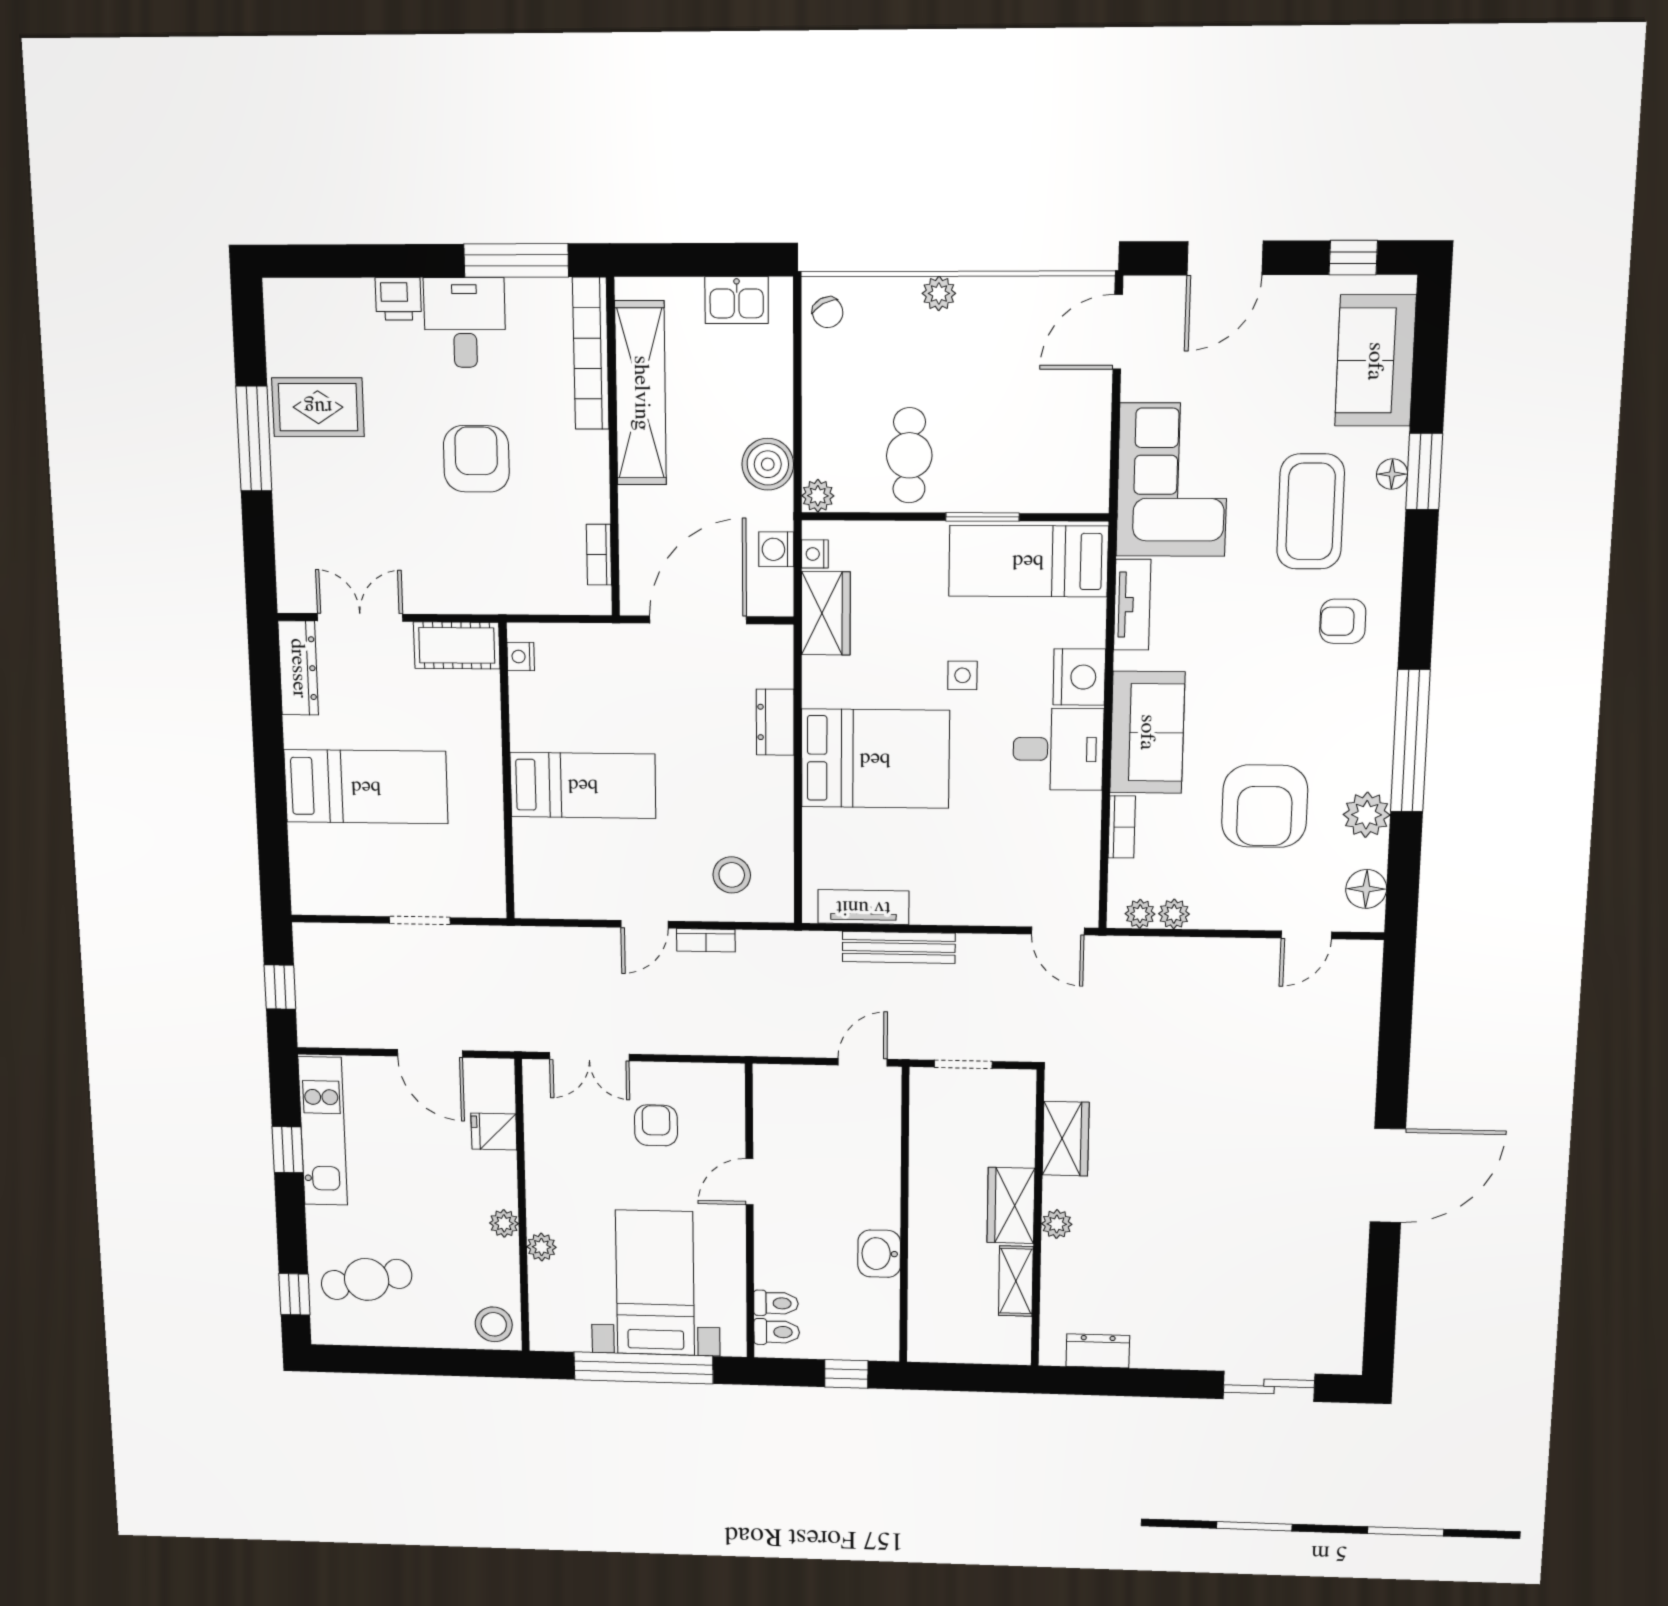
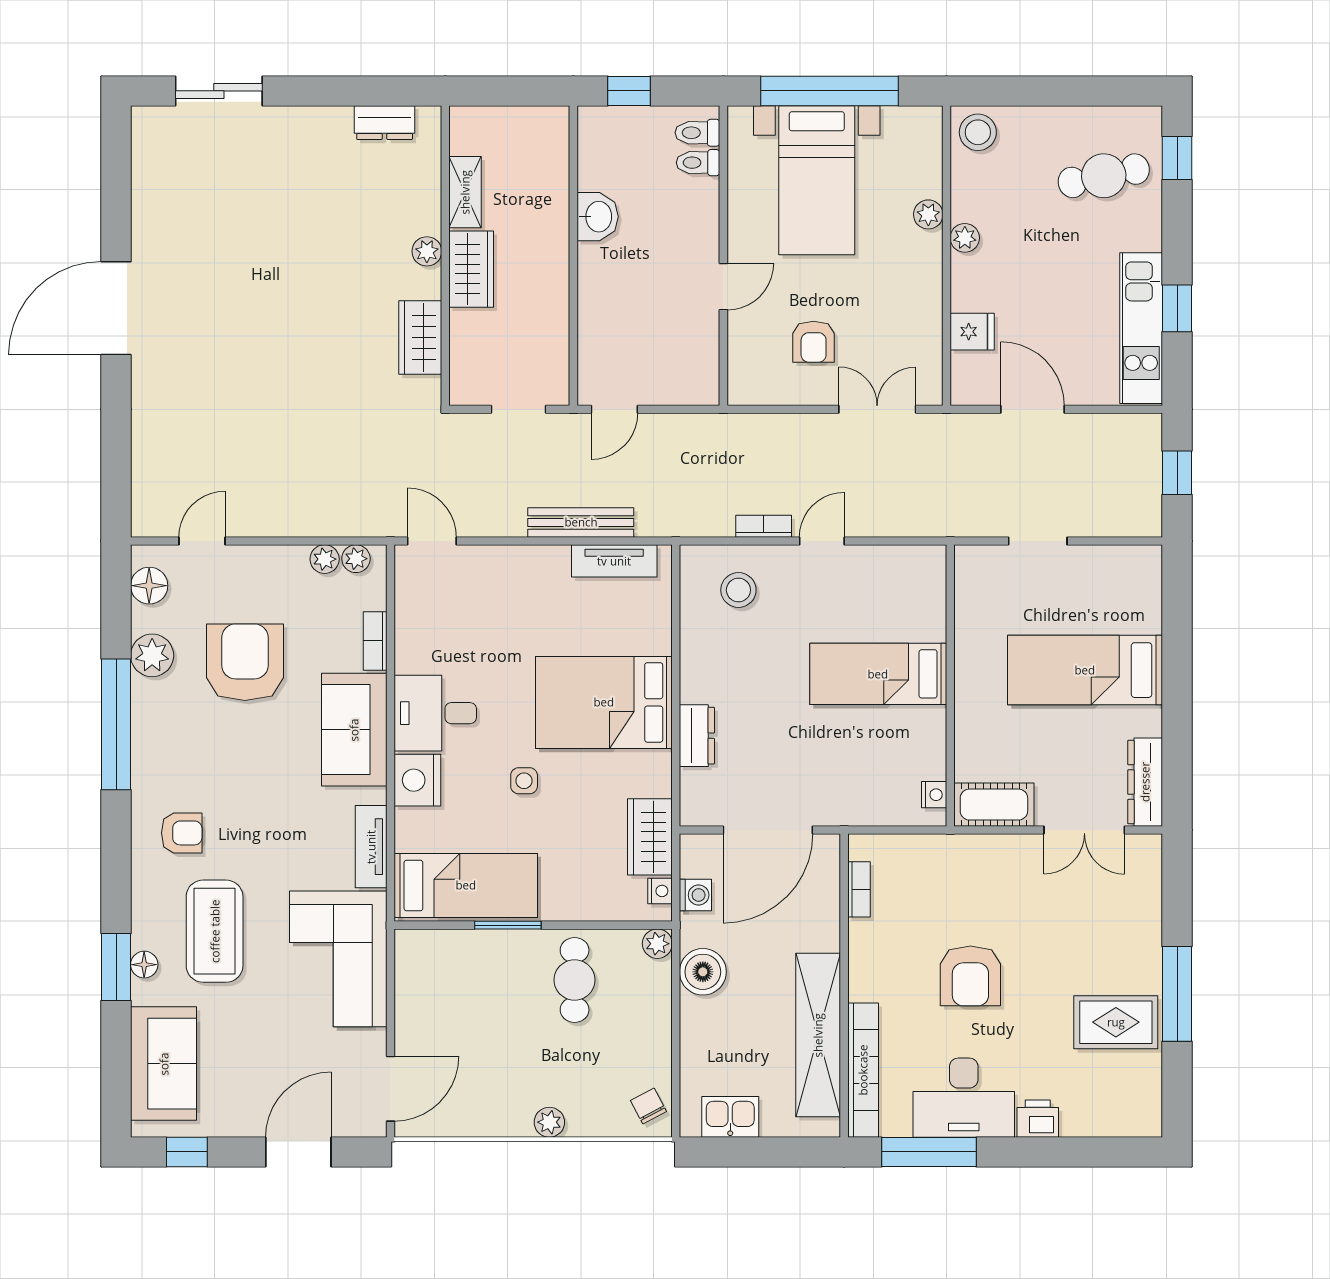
desk: (465, 323) -> (964, 1098), width x1.37

